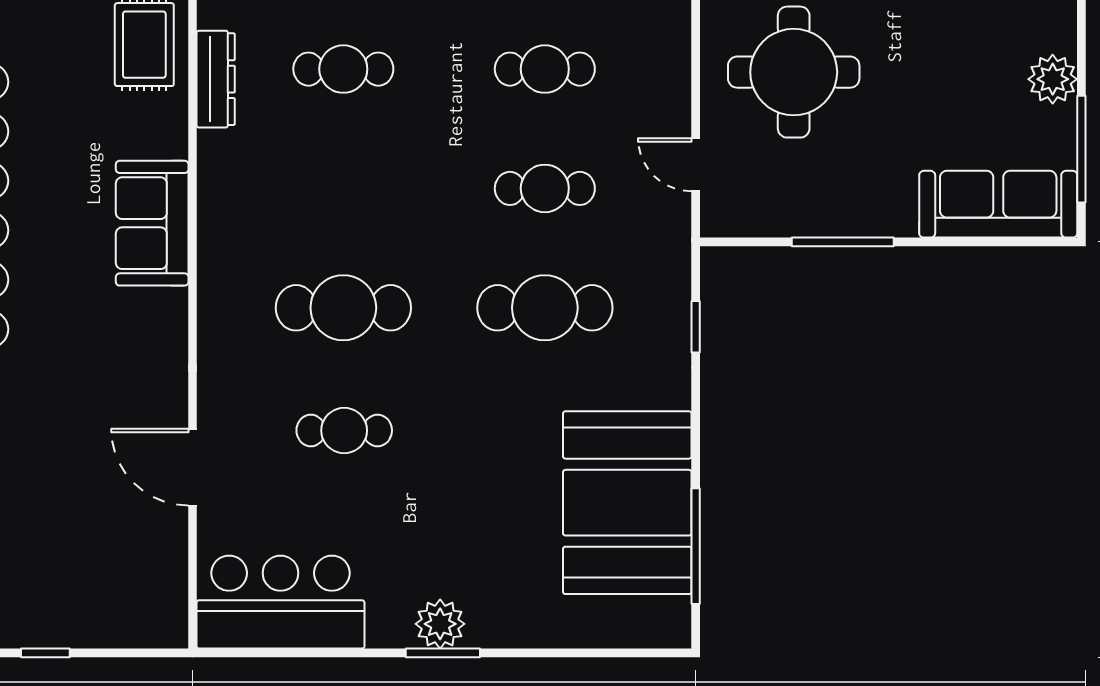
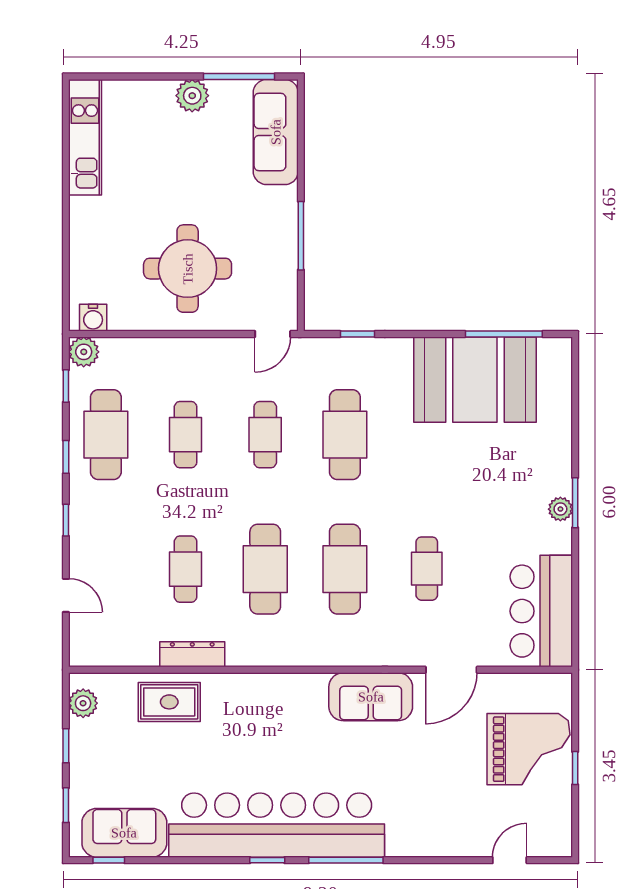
door: (696, 165) -> (273, 334), moved
cafe table: (343, 188) -> (265, 569), added
sofa: (152, 223) -> (371, 697), moved
grand piano: (74, 583) -> (528, 749), added
plant: (440, 624) -> (560, 509), width x0.73, depth x0.73

